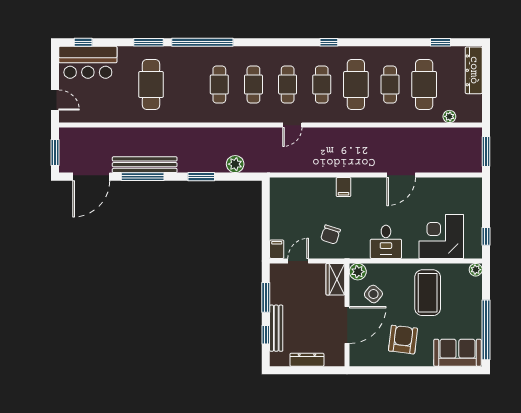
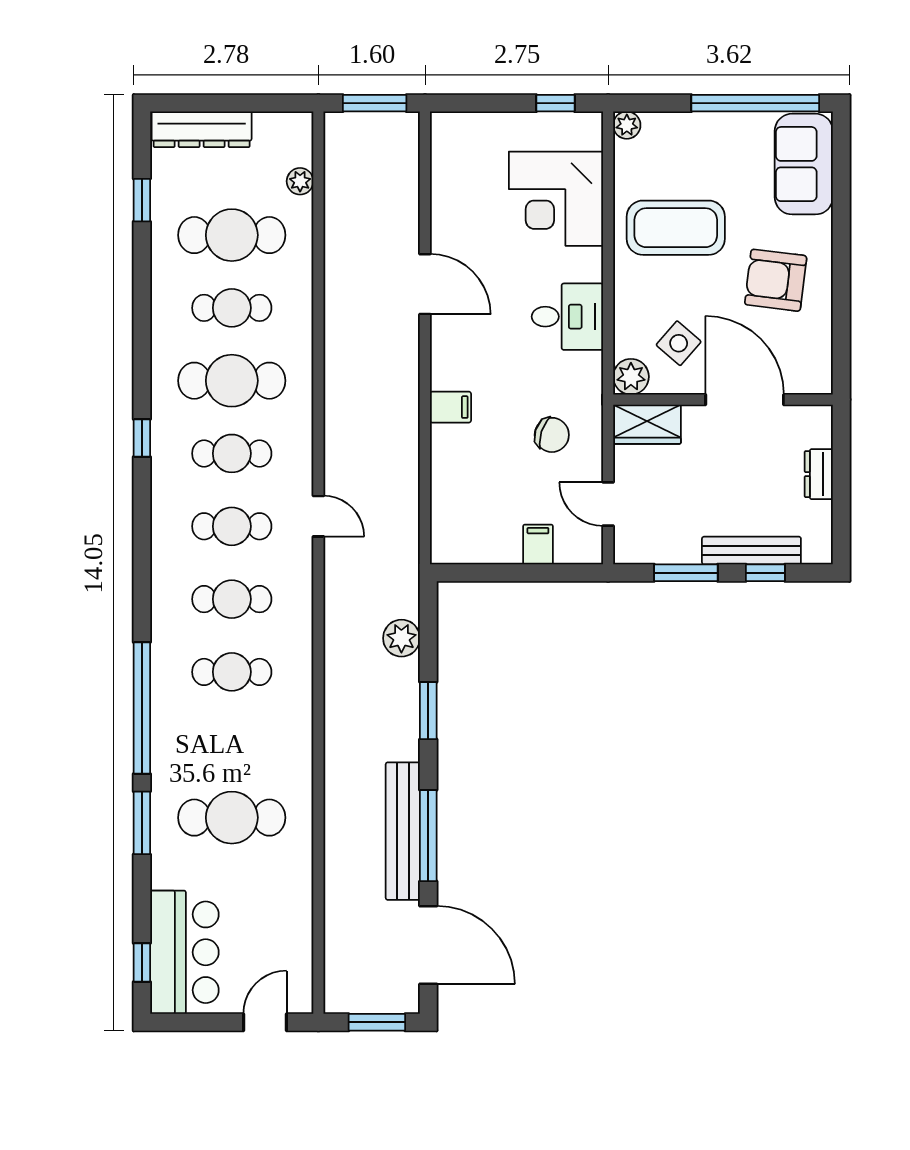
filing cabinet: (277, 249) -> (538, 544), moved, turned 90
dresser: (307, 360) -> (819, 474), width x0.70

